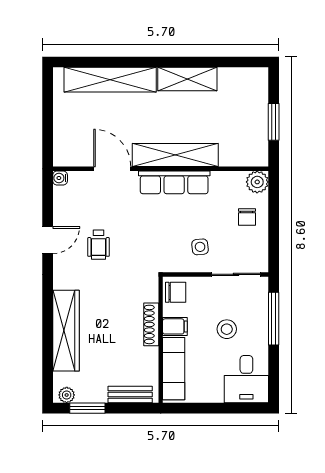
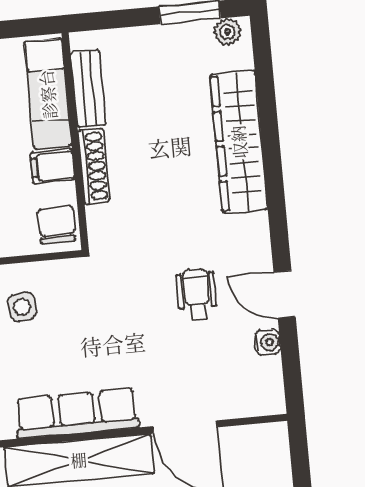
water cooler: (60, 178) -> (268, 342), moved
door: (48, 240) -> (285, 294), hinge flipped
chair: (176, 292) -> (57, 225), turned 90
bench: (130, 395) -> (88, 88), moved, turned 90

